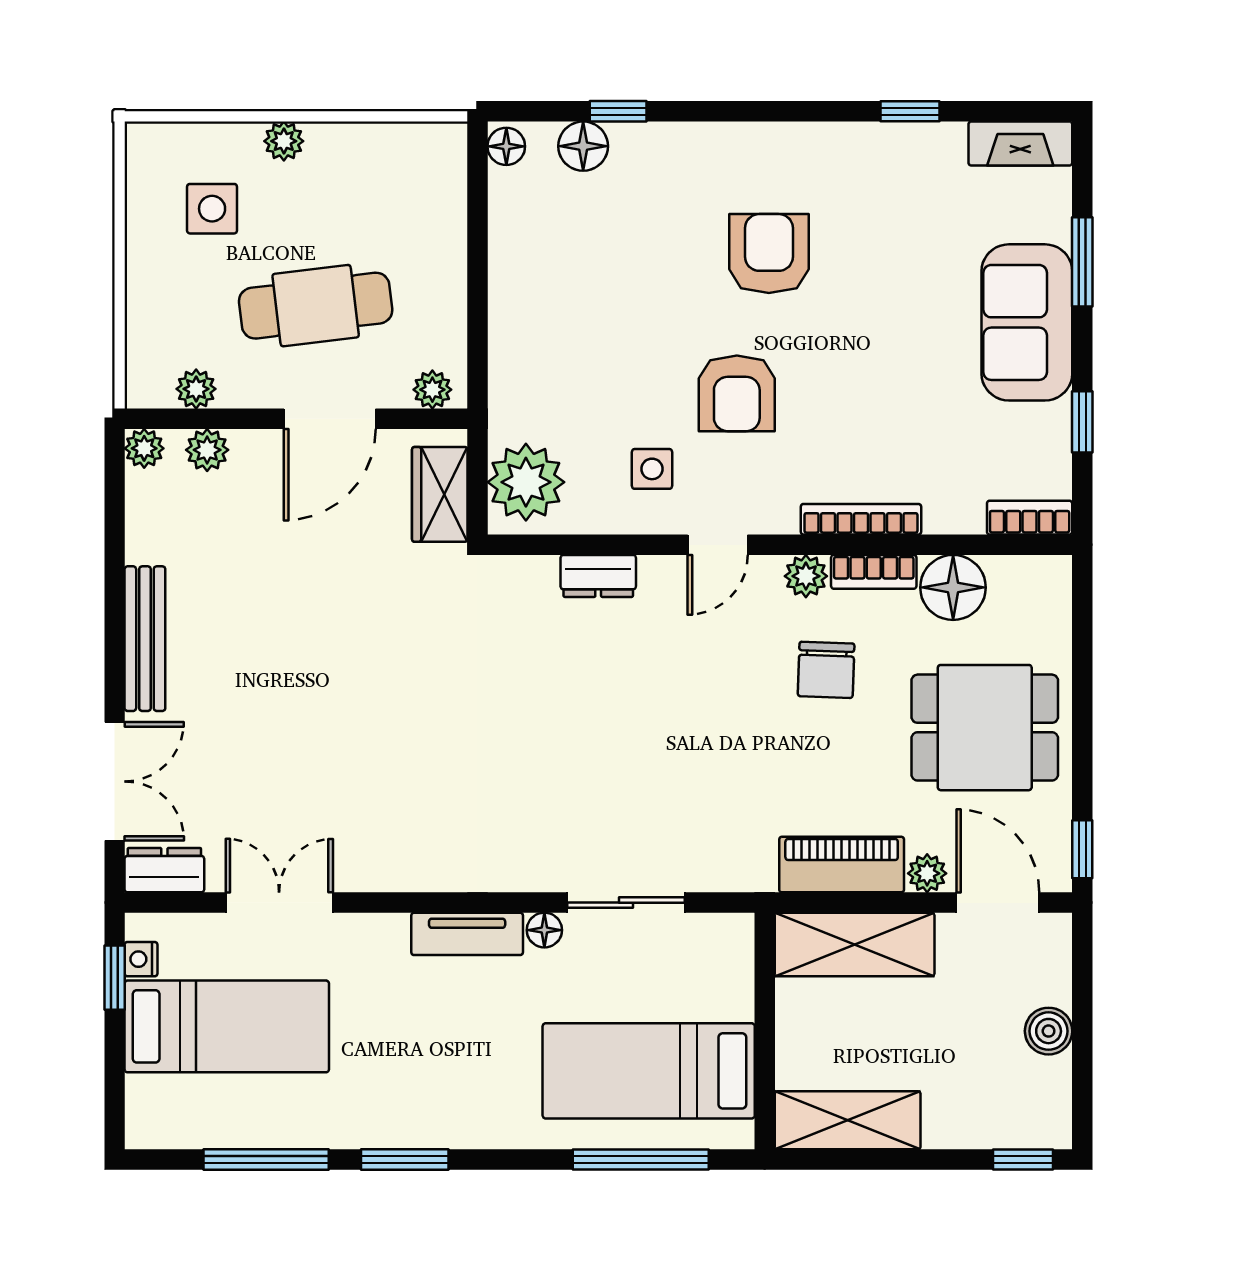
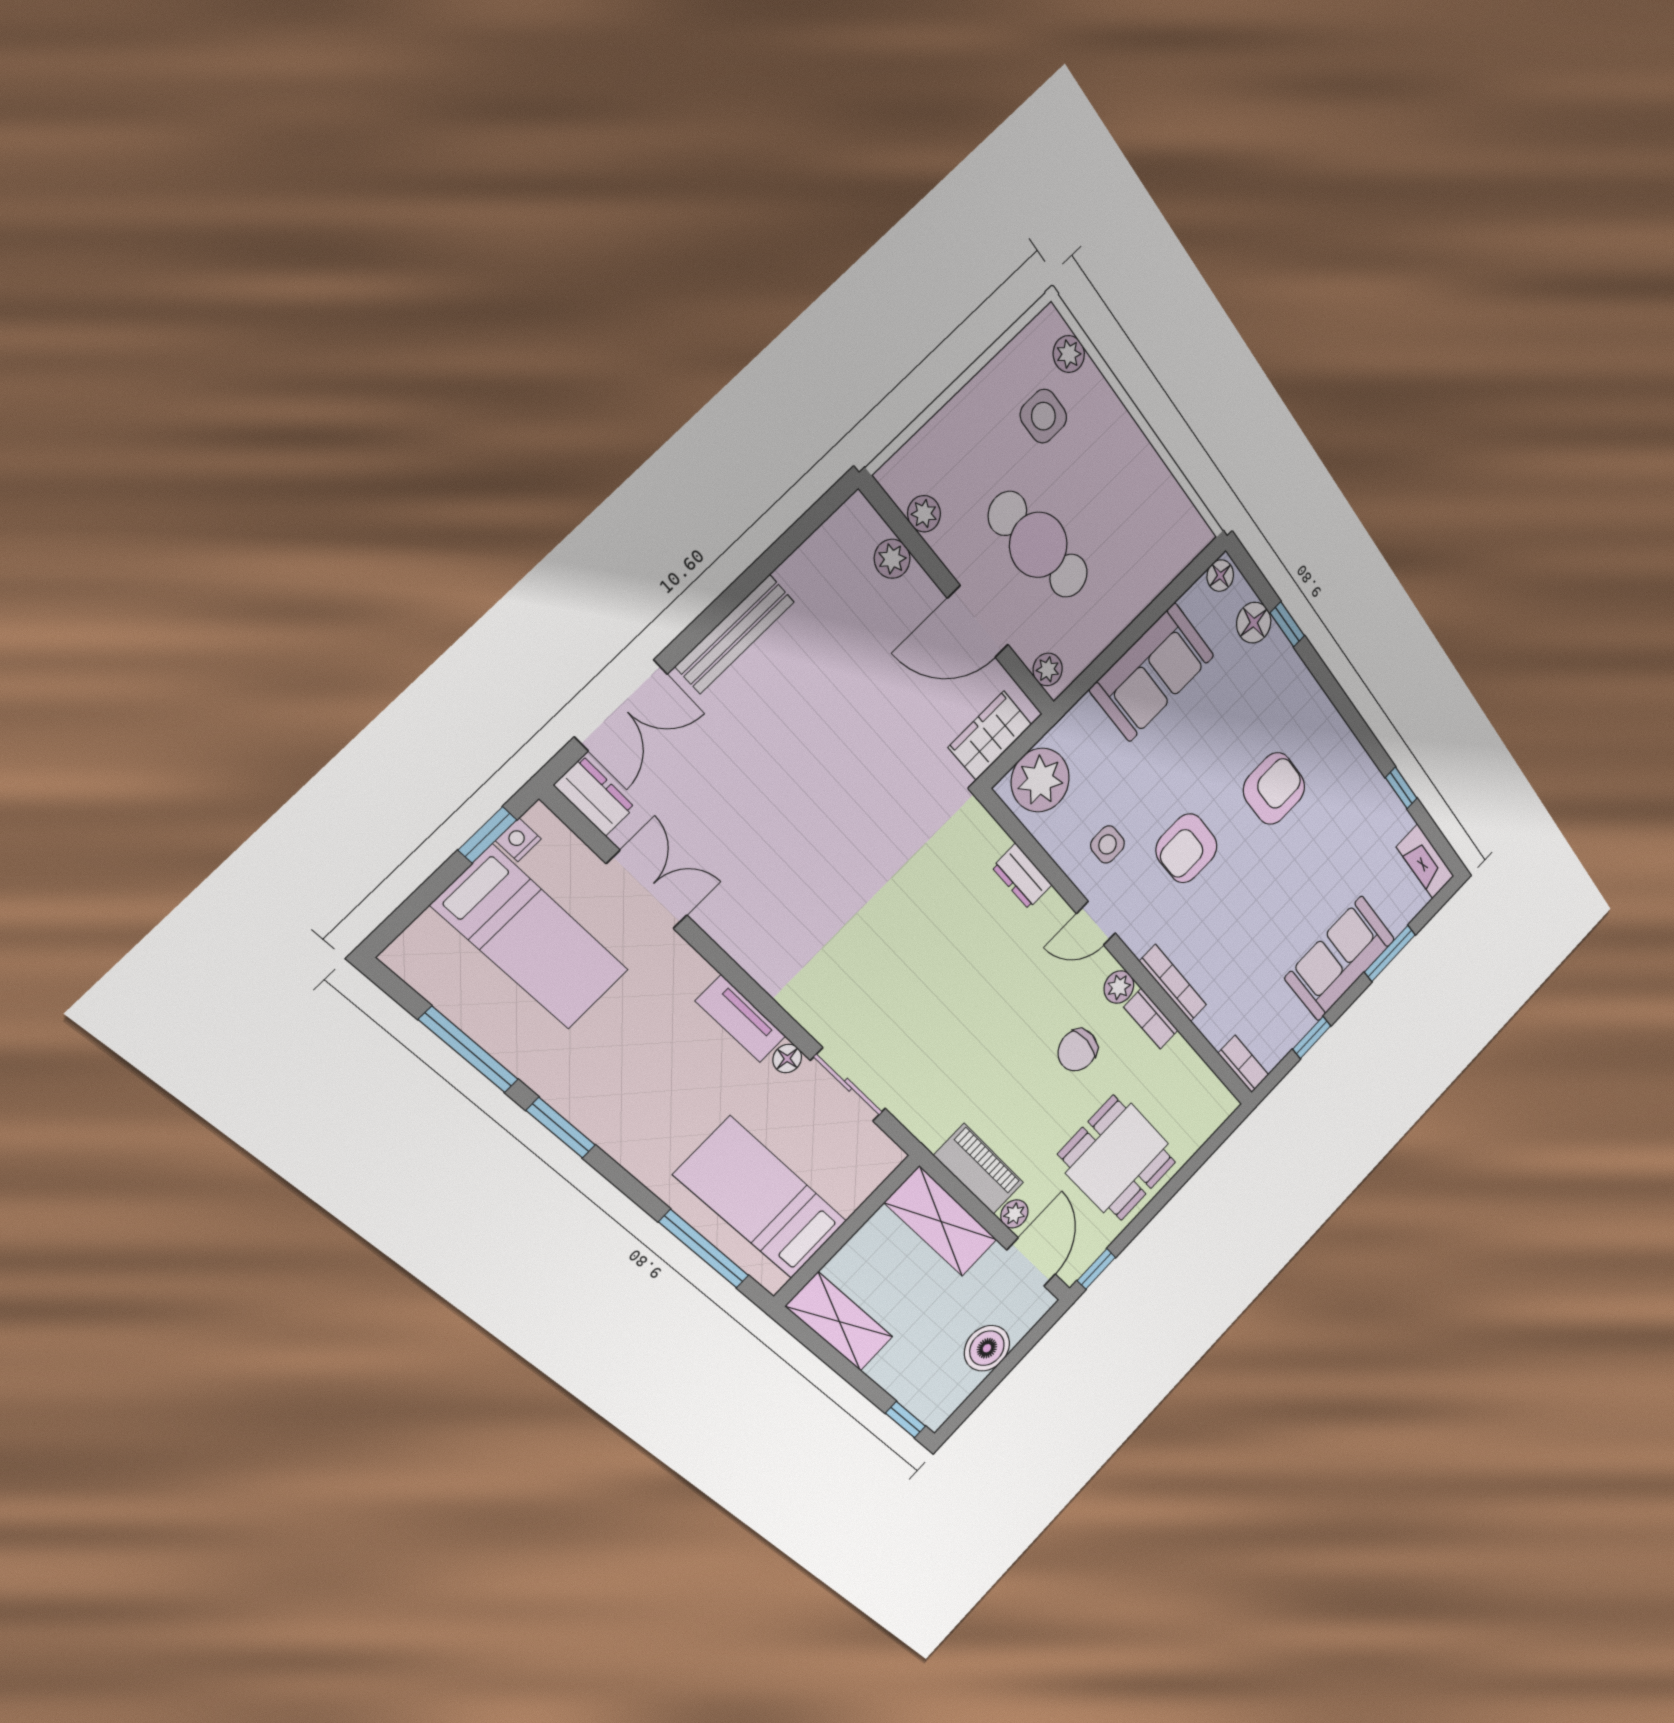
plant: (284, 141) -> (1069, 354), moved
sofa: (532, 290) -> (1152, 673), added
plant: (144, 448) -> (857, 514), removed
floor lamp: (953, 587) -> (1177, 1066), removed
boiler: (1049, 1031) -> (987, 1348), width x1.36, depth x1.36

